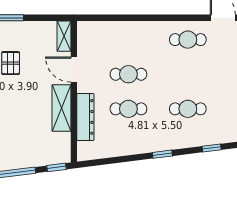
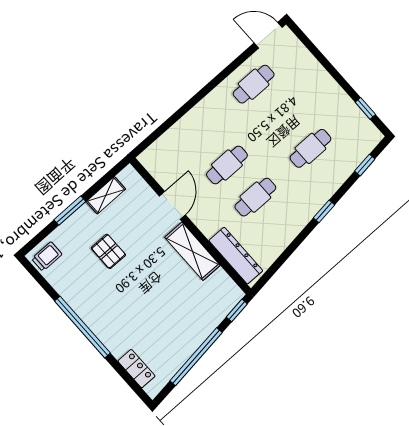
shelving: (64, 36) -> (106, 195), moved, turned 90
door: (74, 70) -> (172, 205), swing flipped
dresser: (85, 117) -> (236, 256), moved

